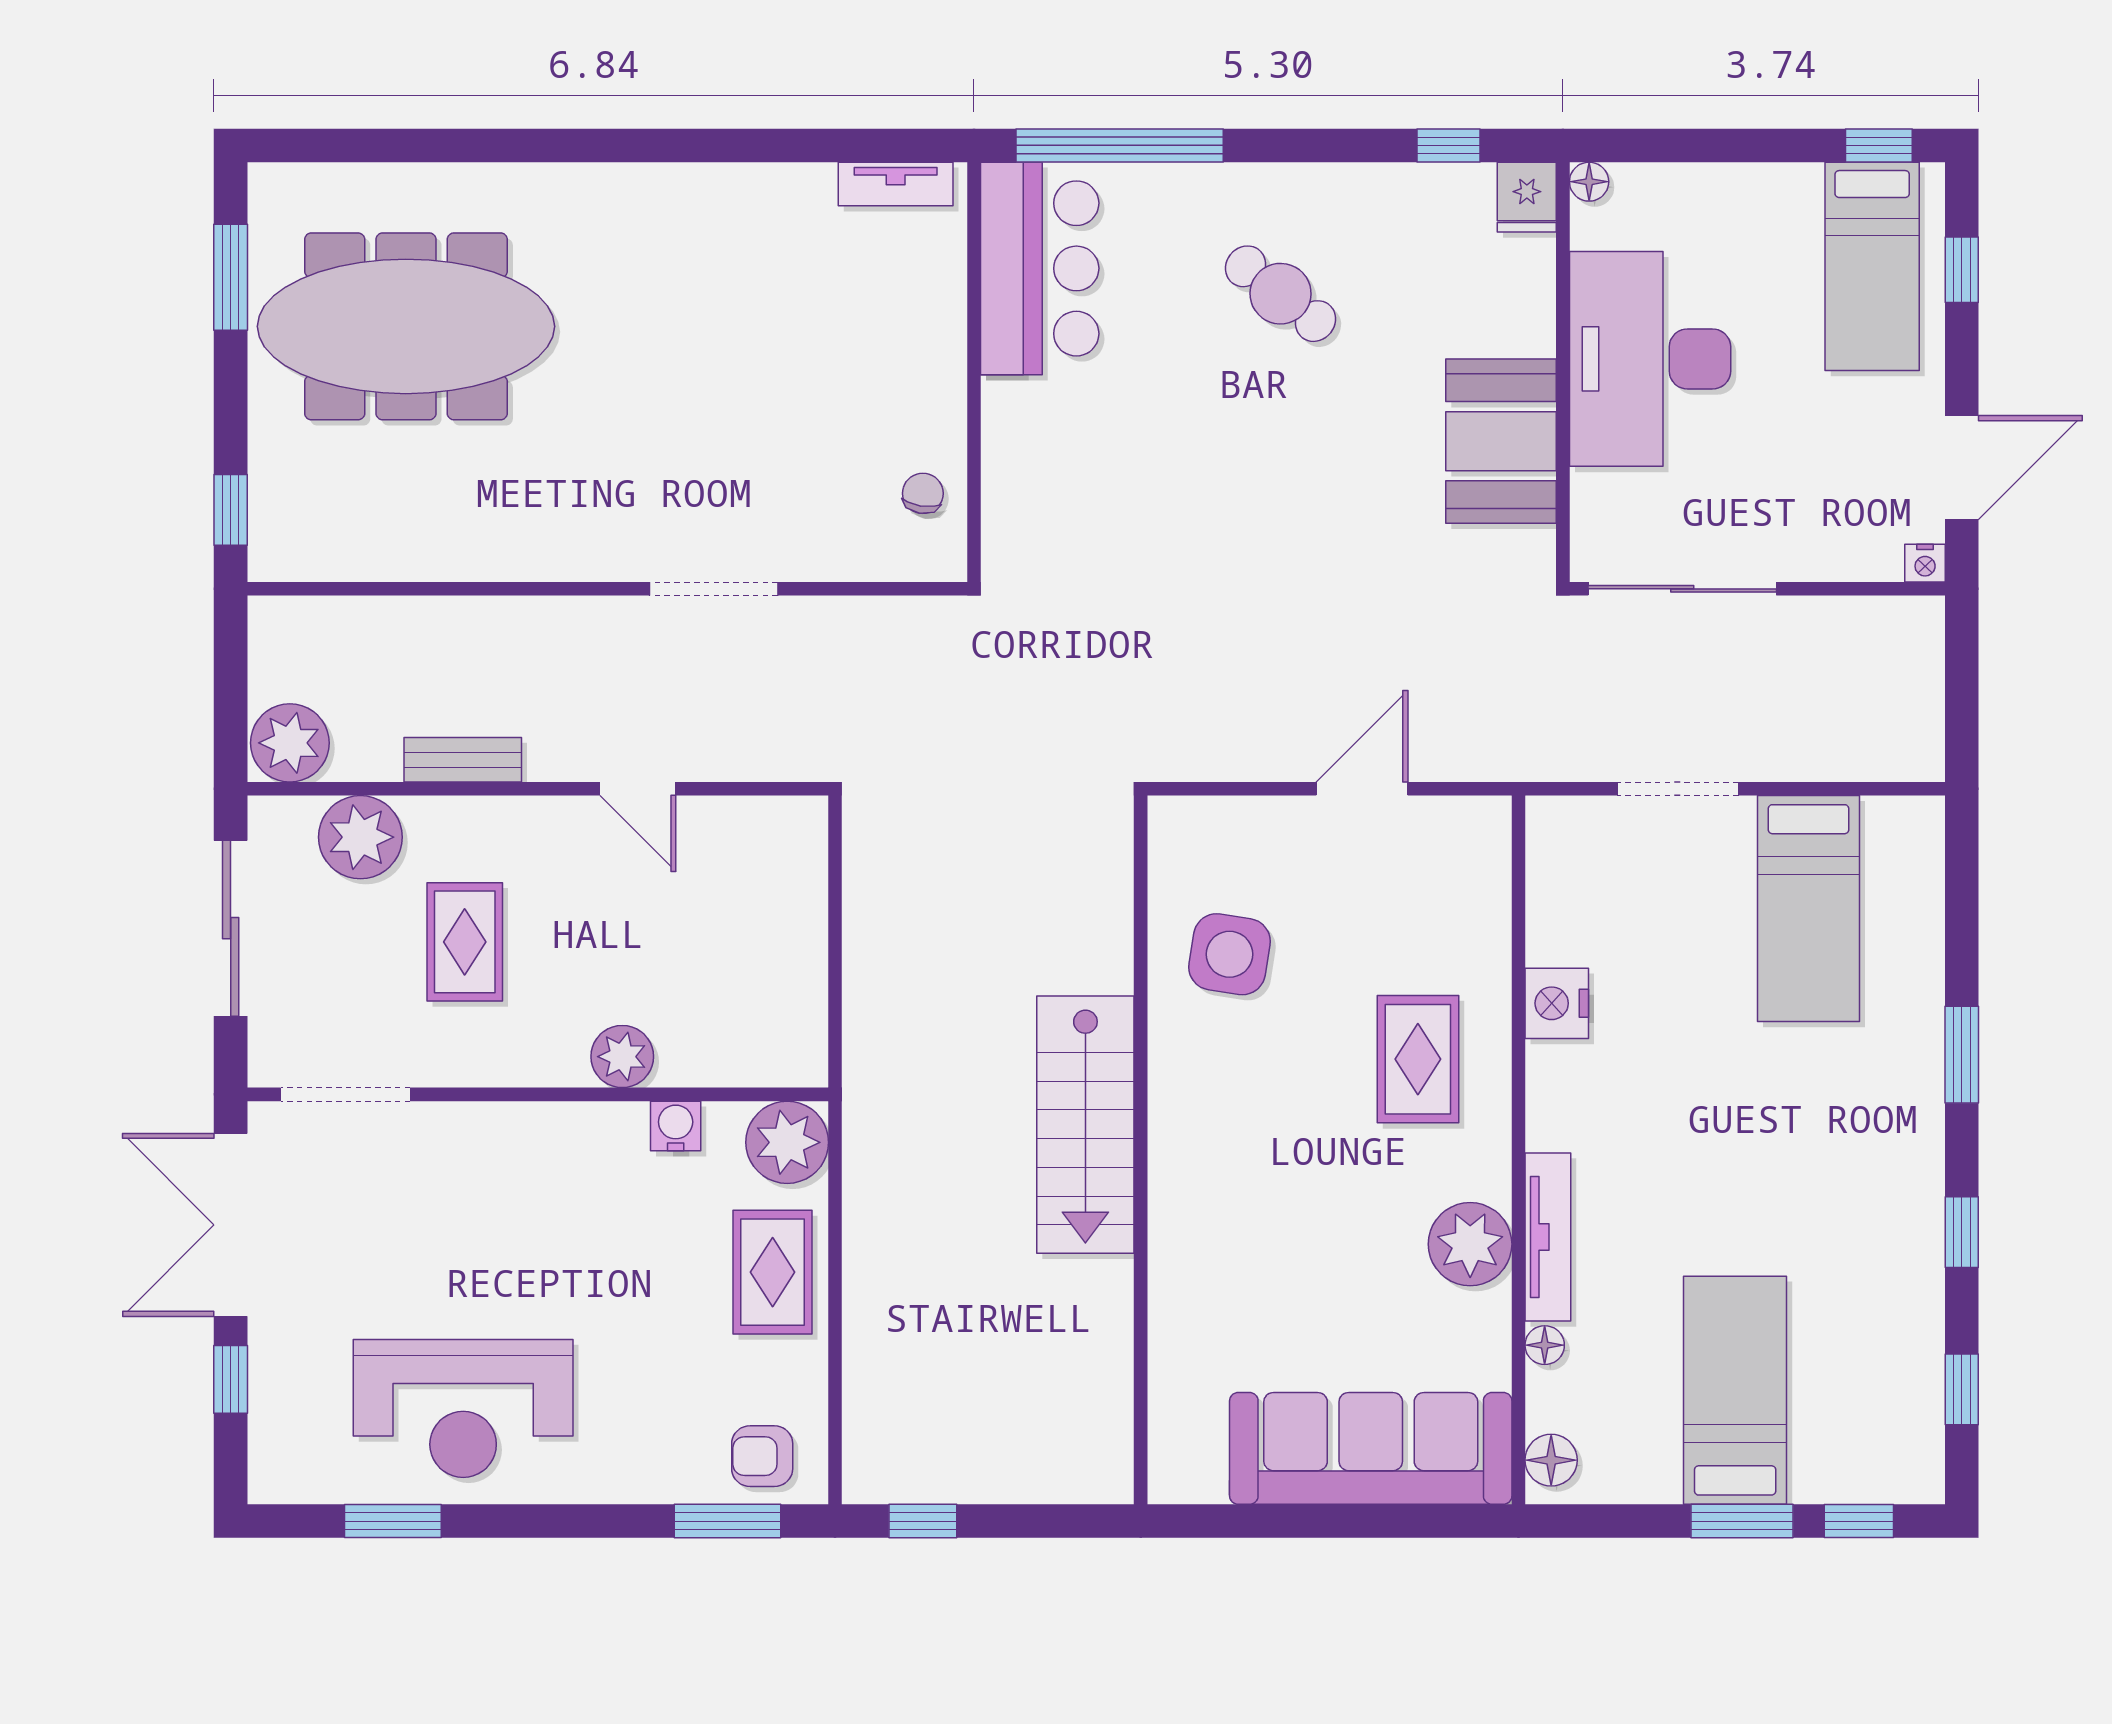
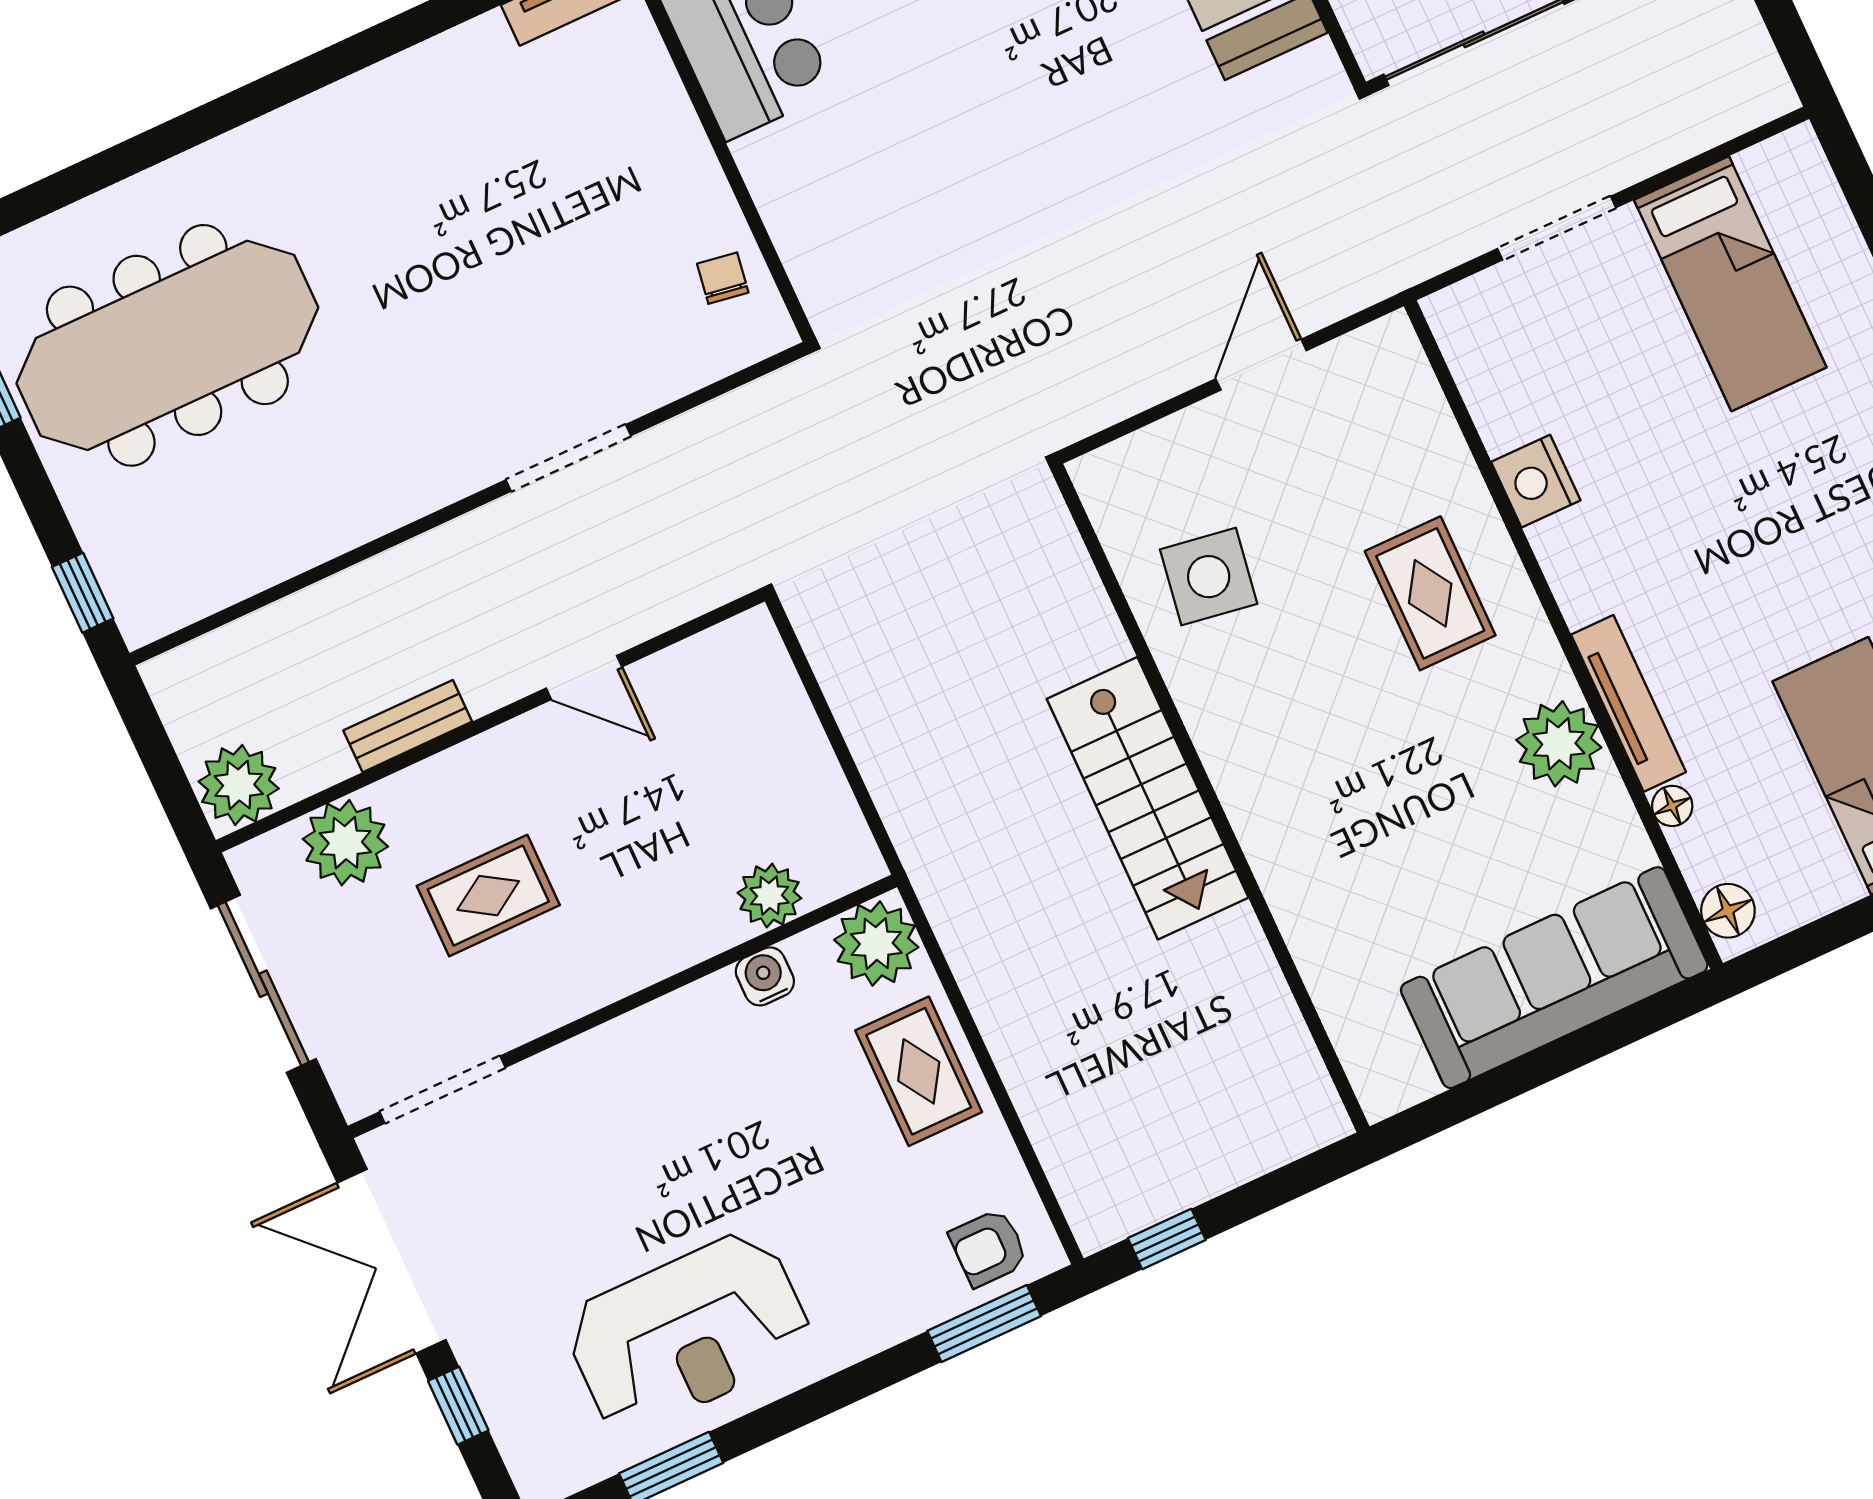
rug: (465, 942) -> (488, 896), turned 90
plant: (622, 1057) -> (769, 896), moved

